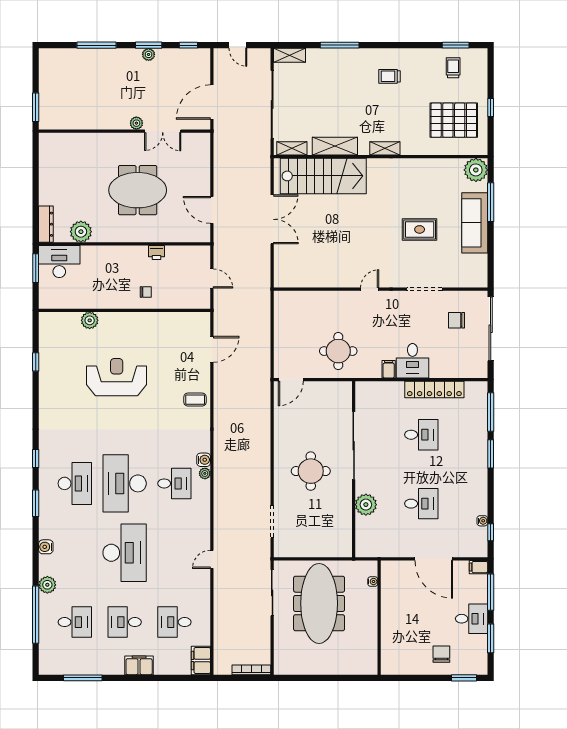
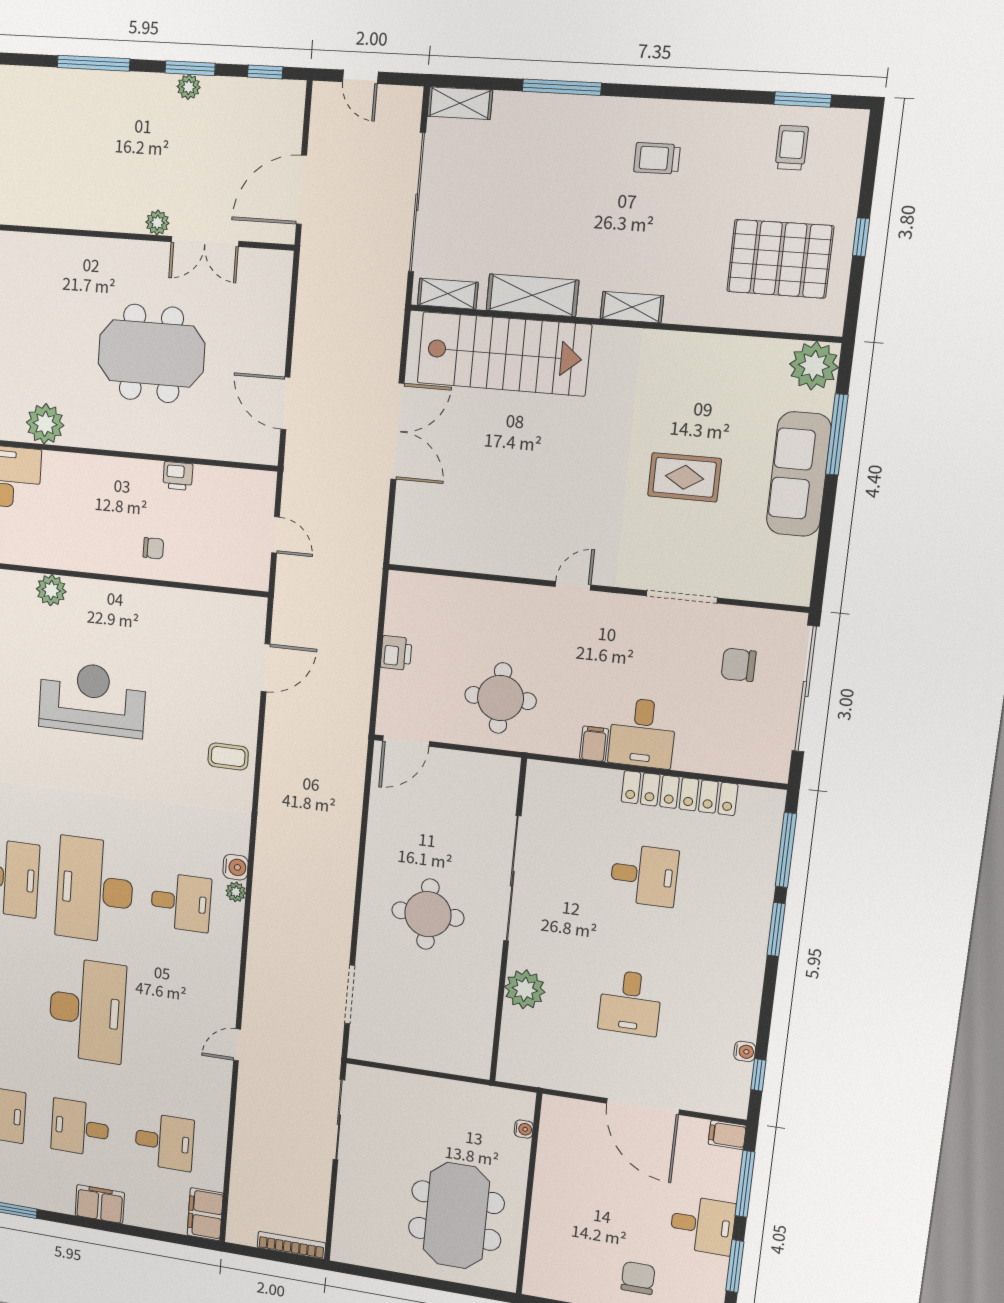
printer: (281, 334) -> (396, 653), added
desk: (421, 504) -> (630, 1003), turned 90
meeting table: (319, 603) -> (456, 1216), moved, width x0.73
desk: (174, 622) -> (164, 1142), turned 180

